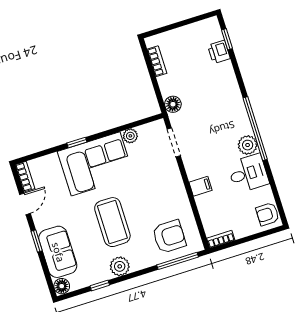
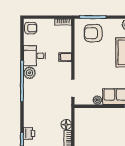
floor lamp: (173, 104) -> (66, 124), moved

